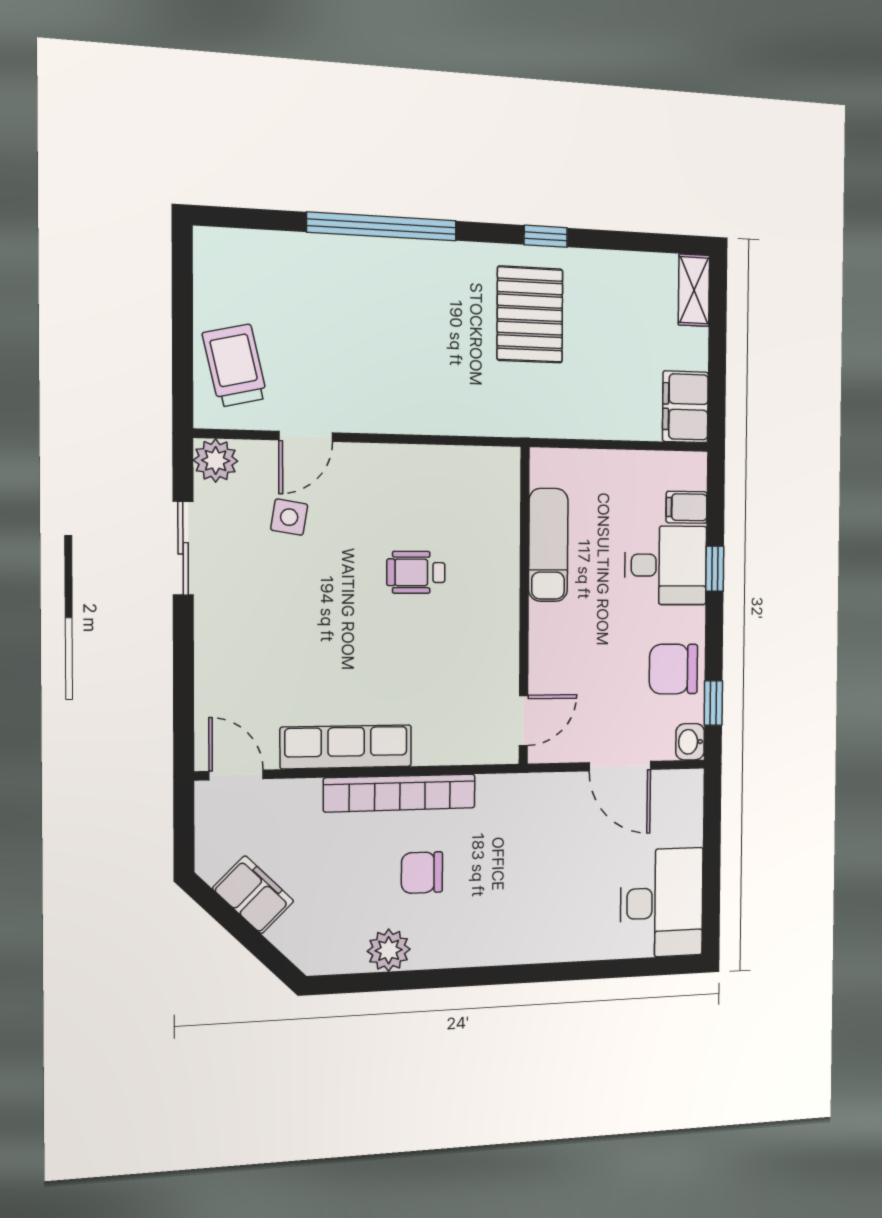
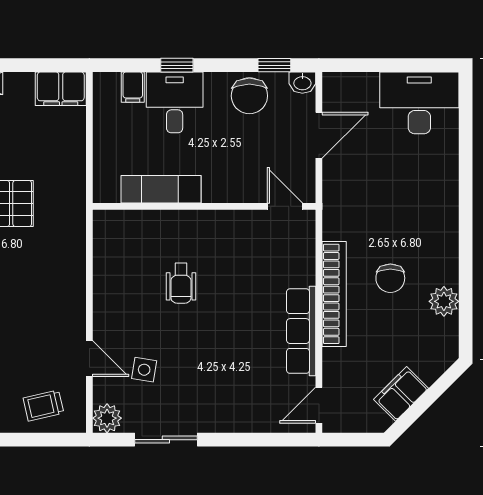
trolley: (235, 366) -> (43, 406), width x0.73, depth x0.72

